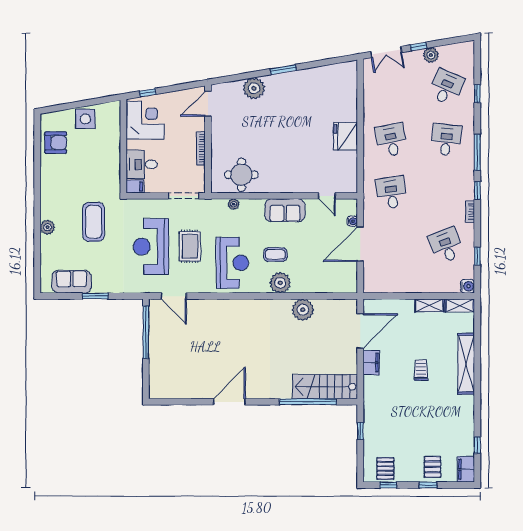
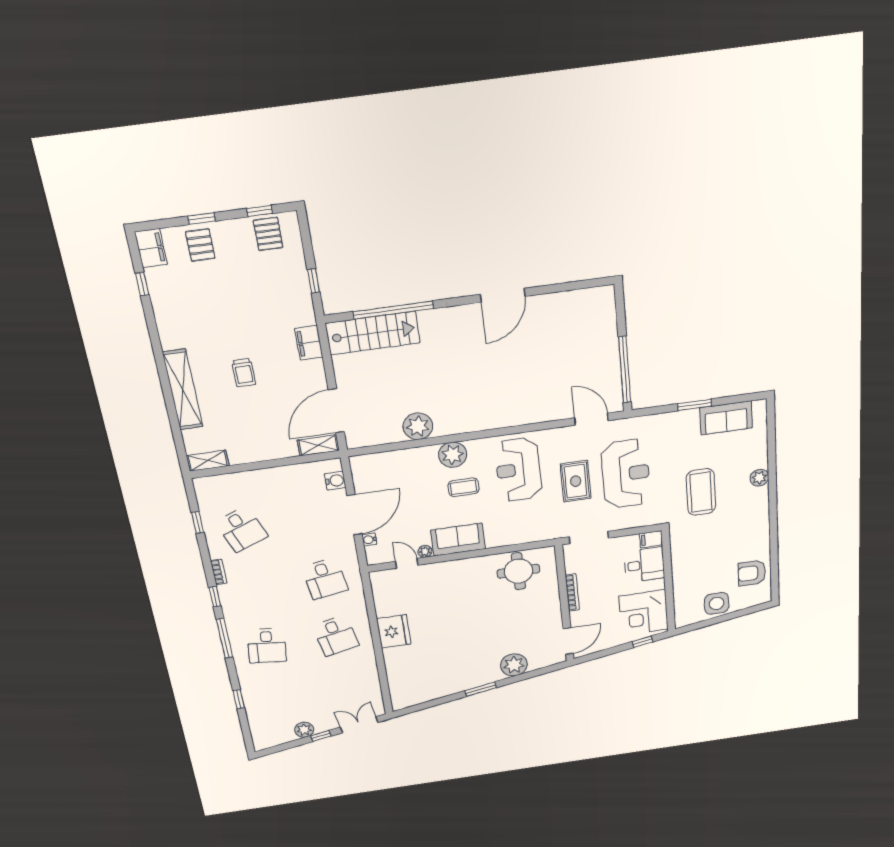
desk: (446, 87) -> (279, 700), removed
plant: (234, 204) -> (425, 551), moved
water cooler: (467, 286) -> (335, 481), moved, turned 180
shelving: (429, 305) -> (318, 445), moved
filing cabinet: (371, 363) -> (309, 343), moved

